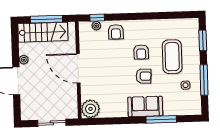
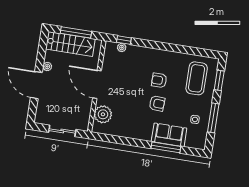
armchair: (116, 32) -> (139, 57), removed
armchair: (141, 52) -> (159, 80), turned 90
coffee table: (172, 57) -> (197, 78), moved
sofa: (145, 106) -> (169, 135), moved
plant: (91, 109) -> (103, 114), moved

